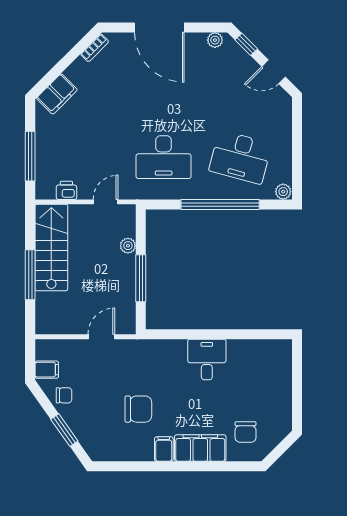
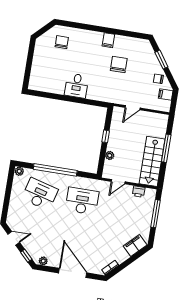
window: (141, 278) -> (106, 136), width x0.46
chair: (138, 409) -> (119, 64), turned 90
filing cabinet: (200, 448) -> (88, 37), removed

